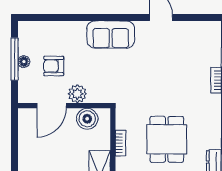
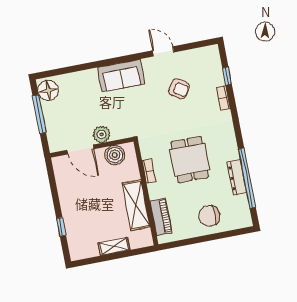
floor lamp: (24, 62) -> (48, 90), moved, width x1.89, depth x1.89
armchair: (54, 66) -> (179, 89), moved, turned -147
door: (52, 106) -> (80, 149), hinge flipped

